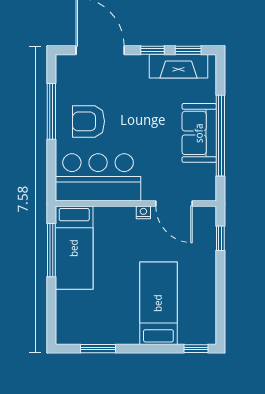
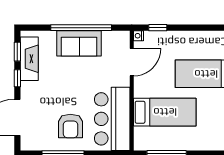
nightstand: (143, 212) -> (138, 36), moved
bed: (74, 248) -> (165, 112), moved

